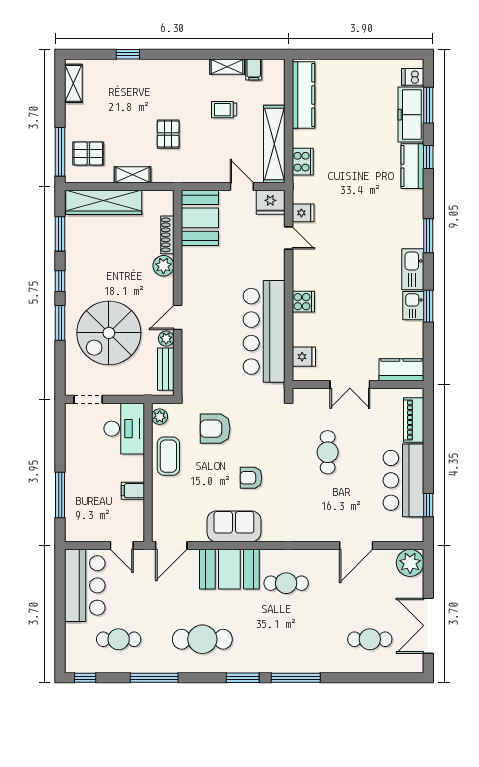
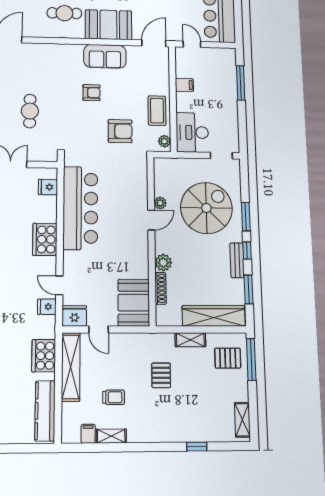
cooker: (303, 162) -> (44, 356), width x1.37, depth x1.31
cooker: (303, 302) -> (45, 239), width x1.87, depth x1.31
bench: (166, 369) -> (237, 260), moved

